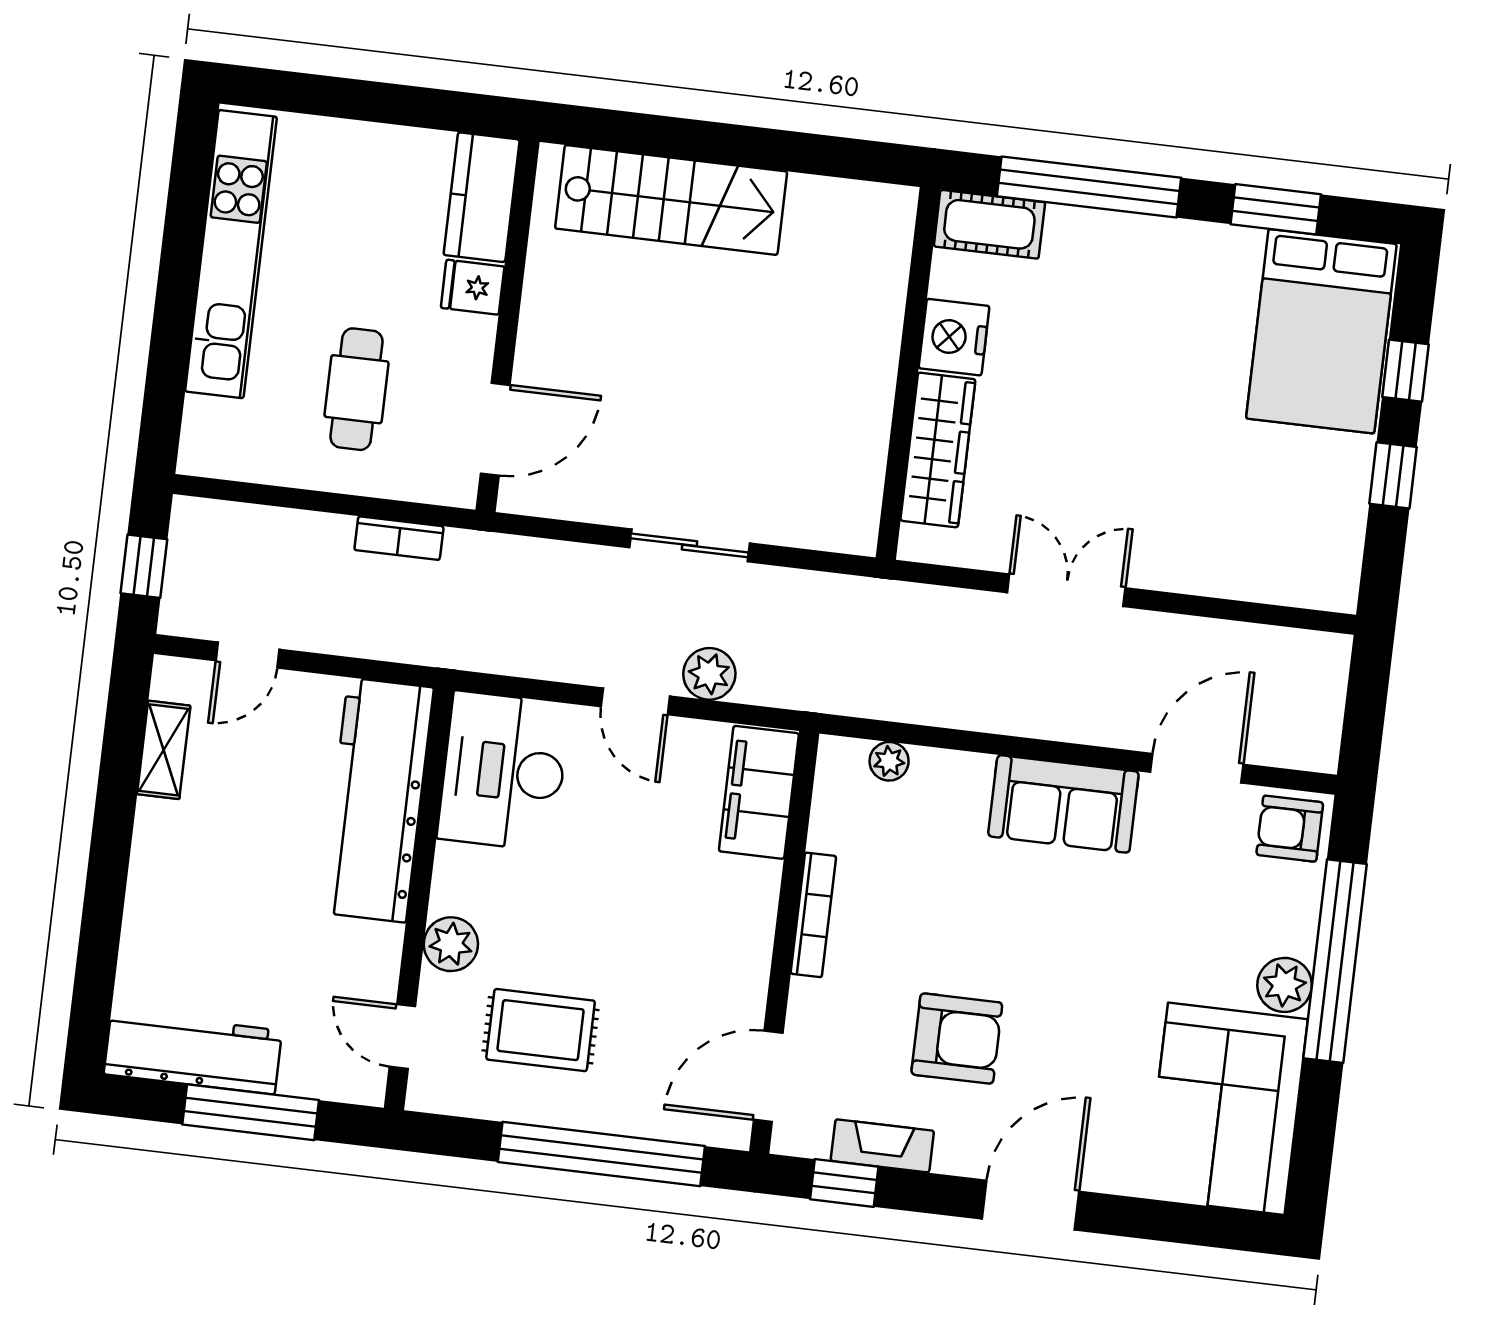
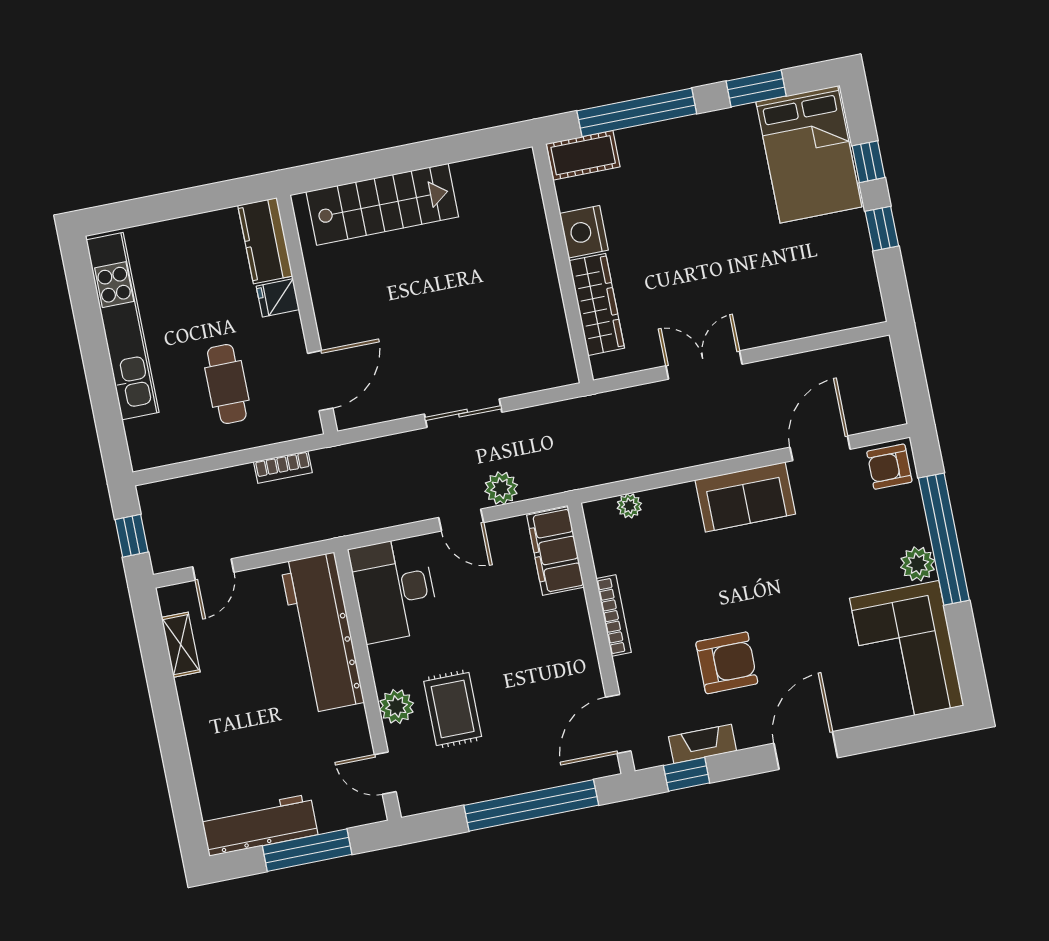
rug: (541, 1030) -> (453, 709), moved, turned 90

